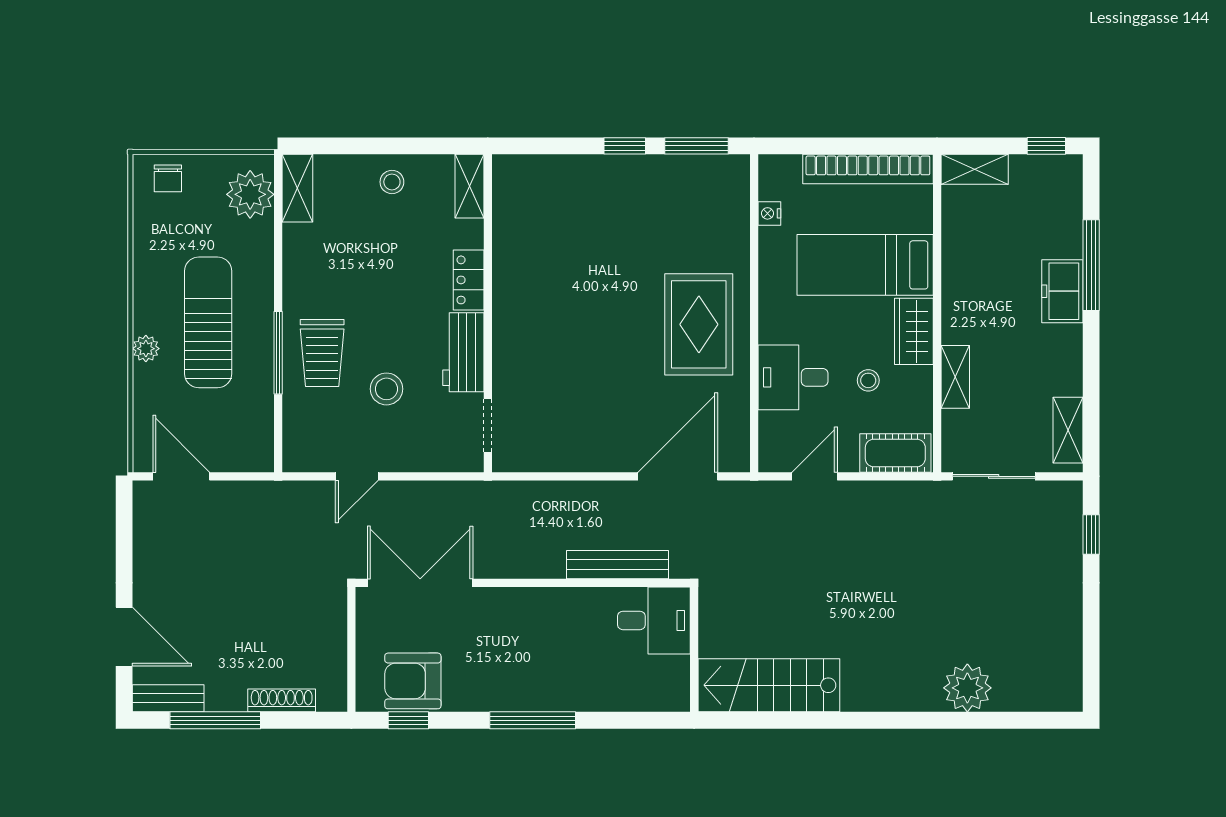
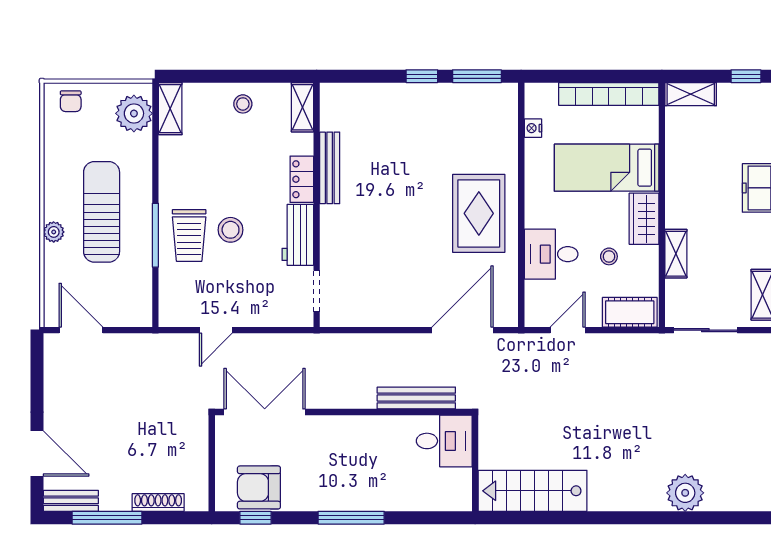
bench: (505, 265) -> (330, 168), added
stool: (386, 389) -> (231, 230), moved

